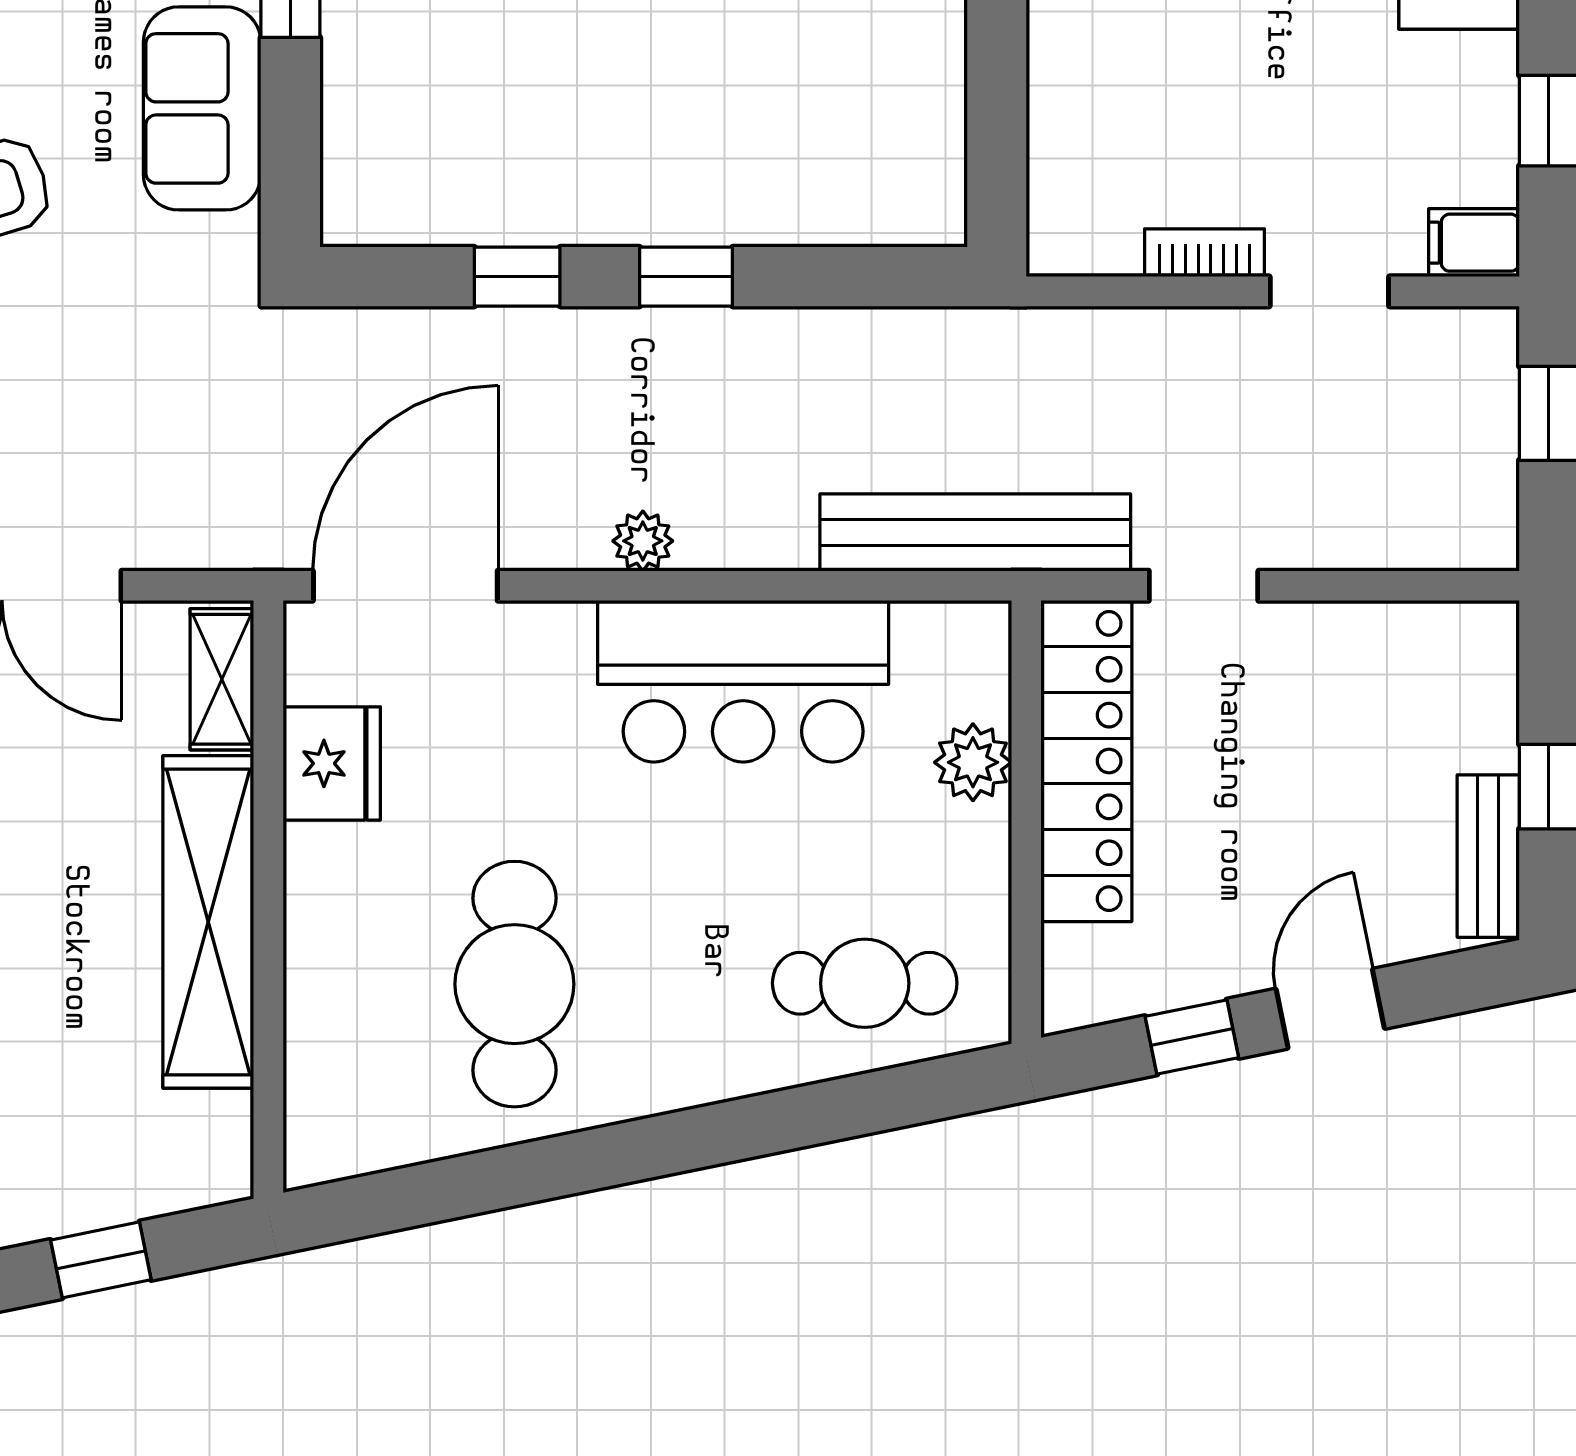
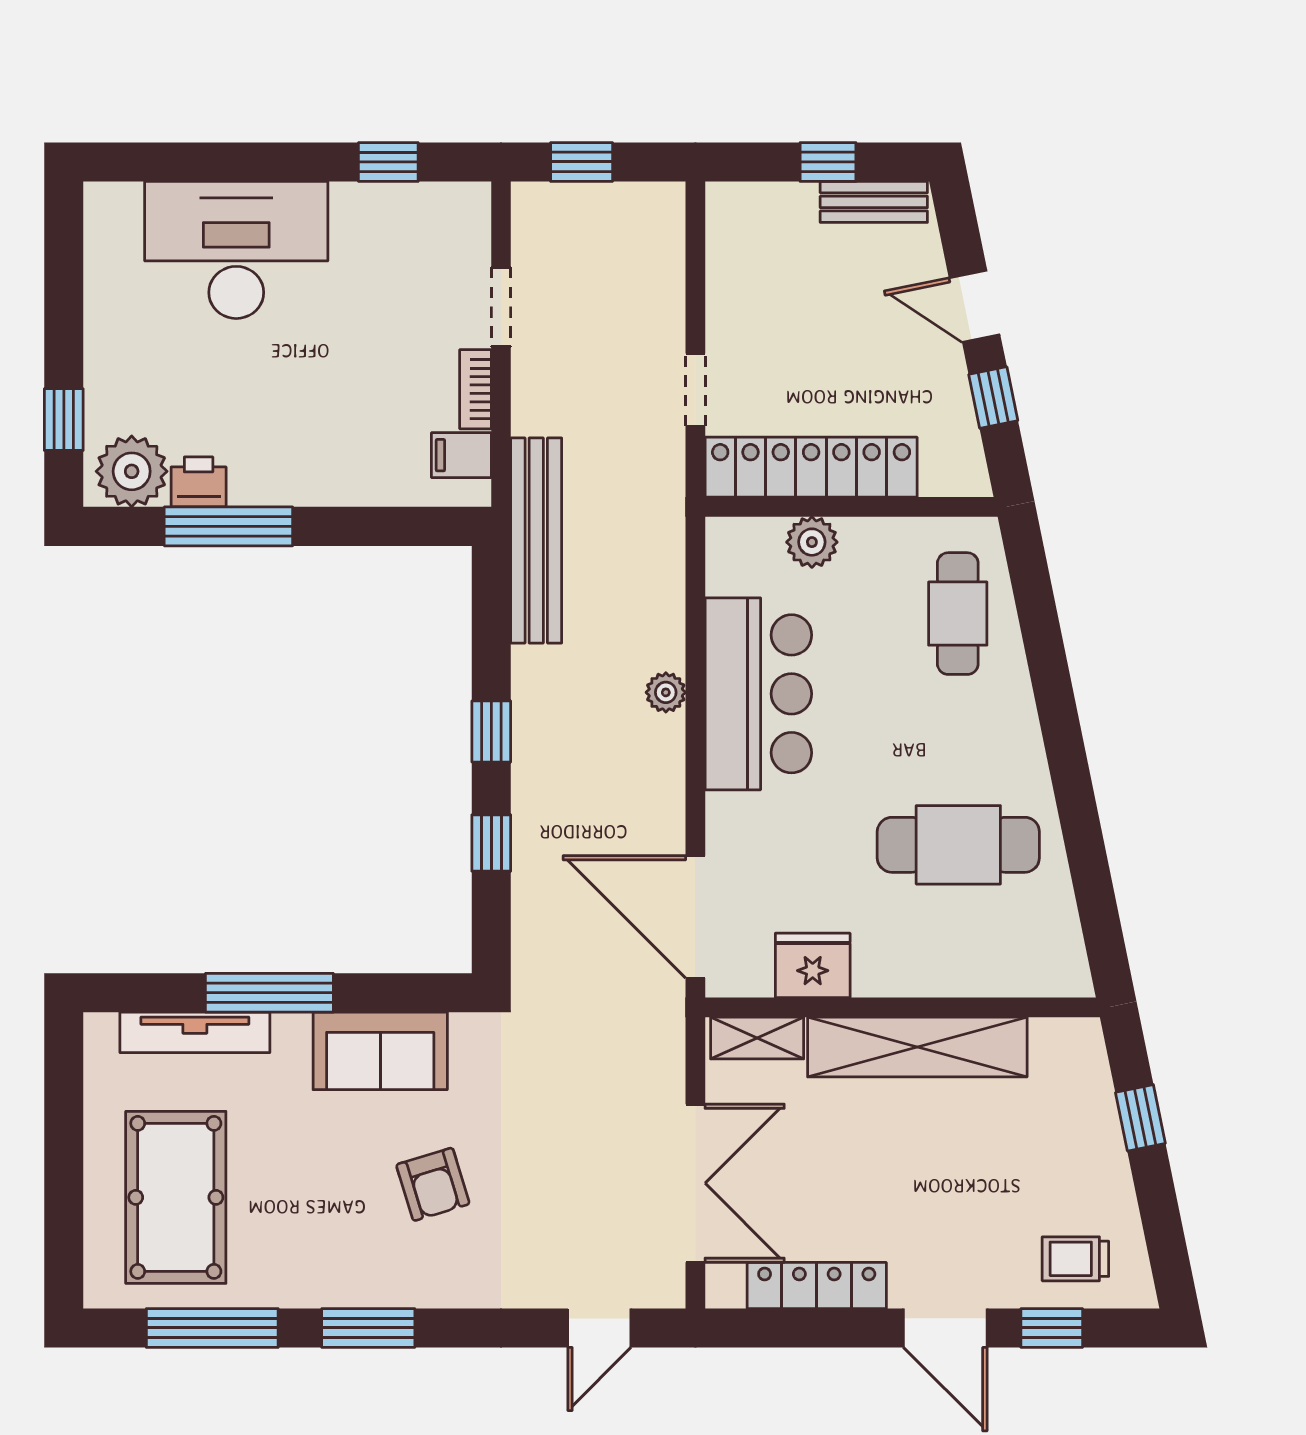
filing cabinet: (1474, 243) -> (461, 455), moved, turned 90
bench: (975, 532) -> (536, 541), moved
plant: (643, 541) -> (666, 692), moved

